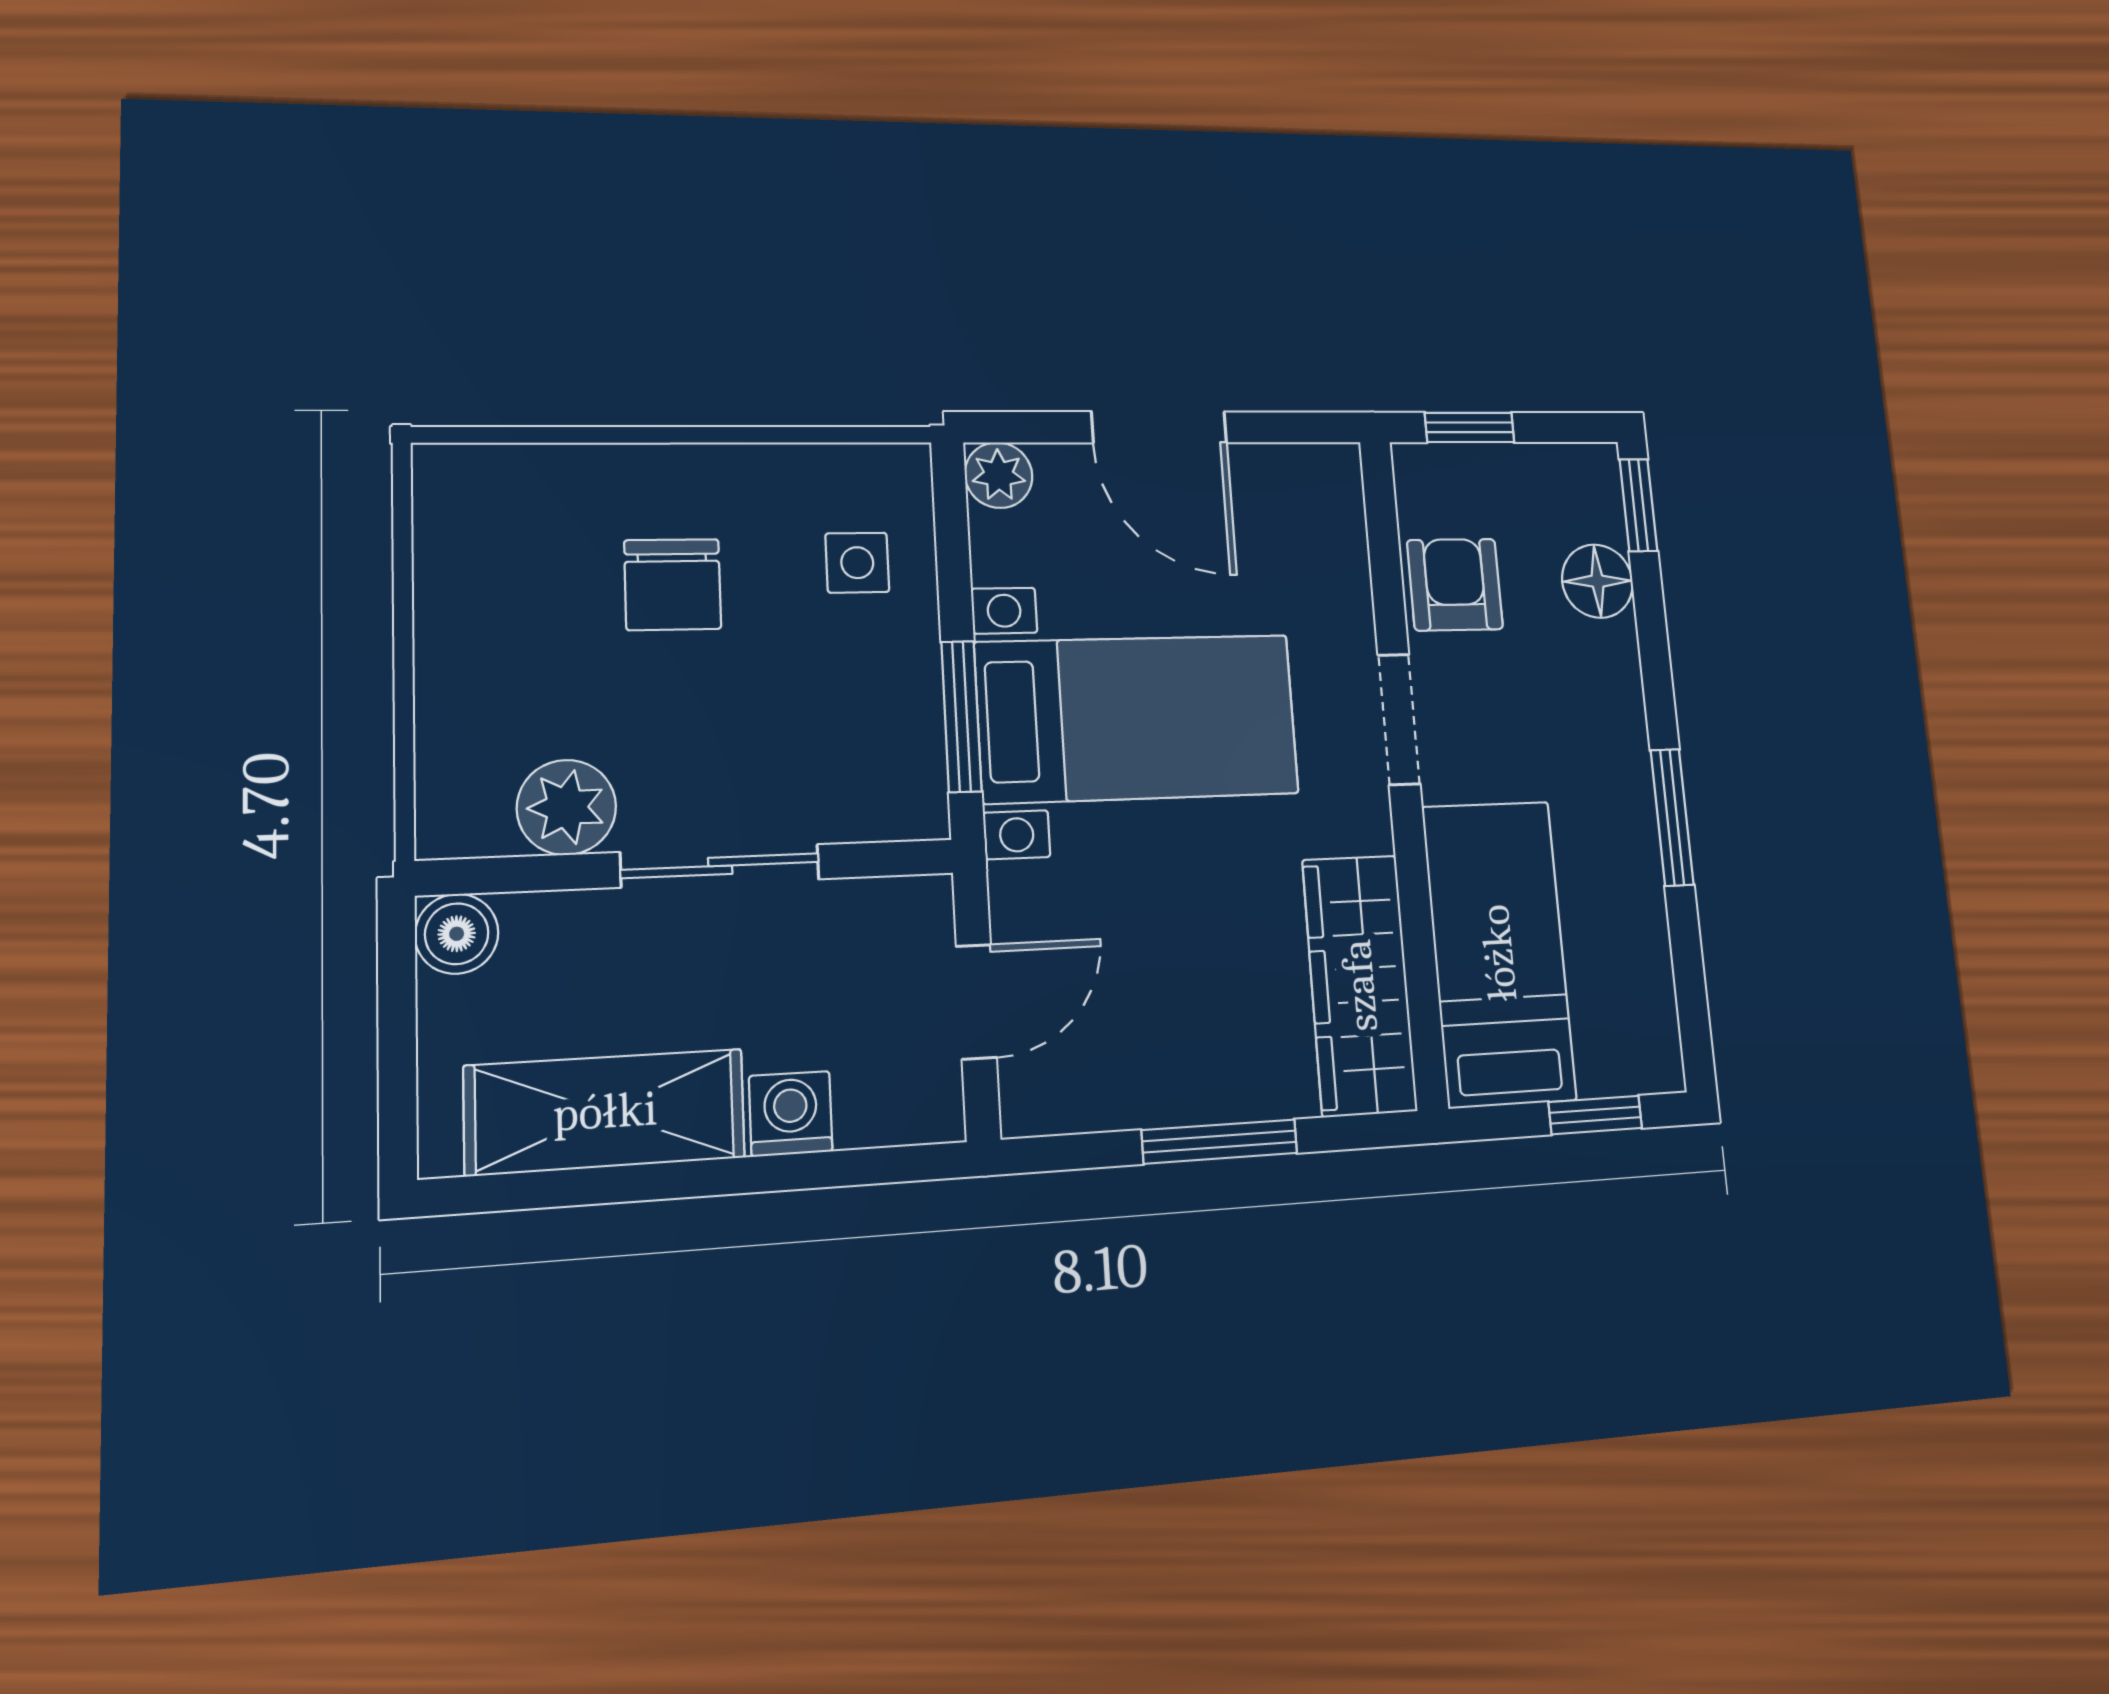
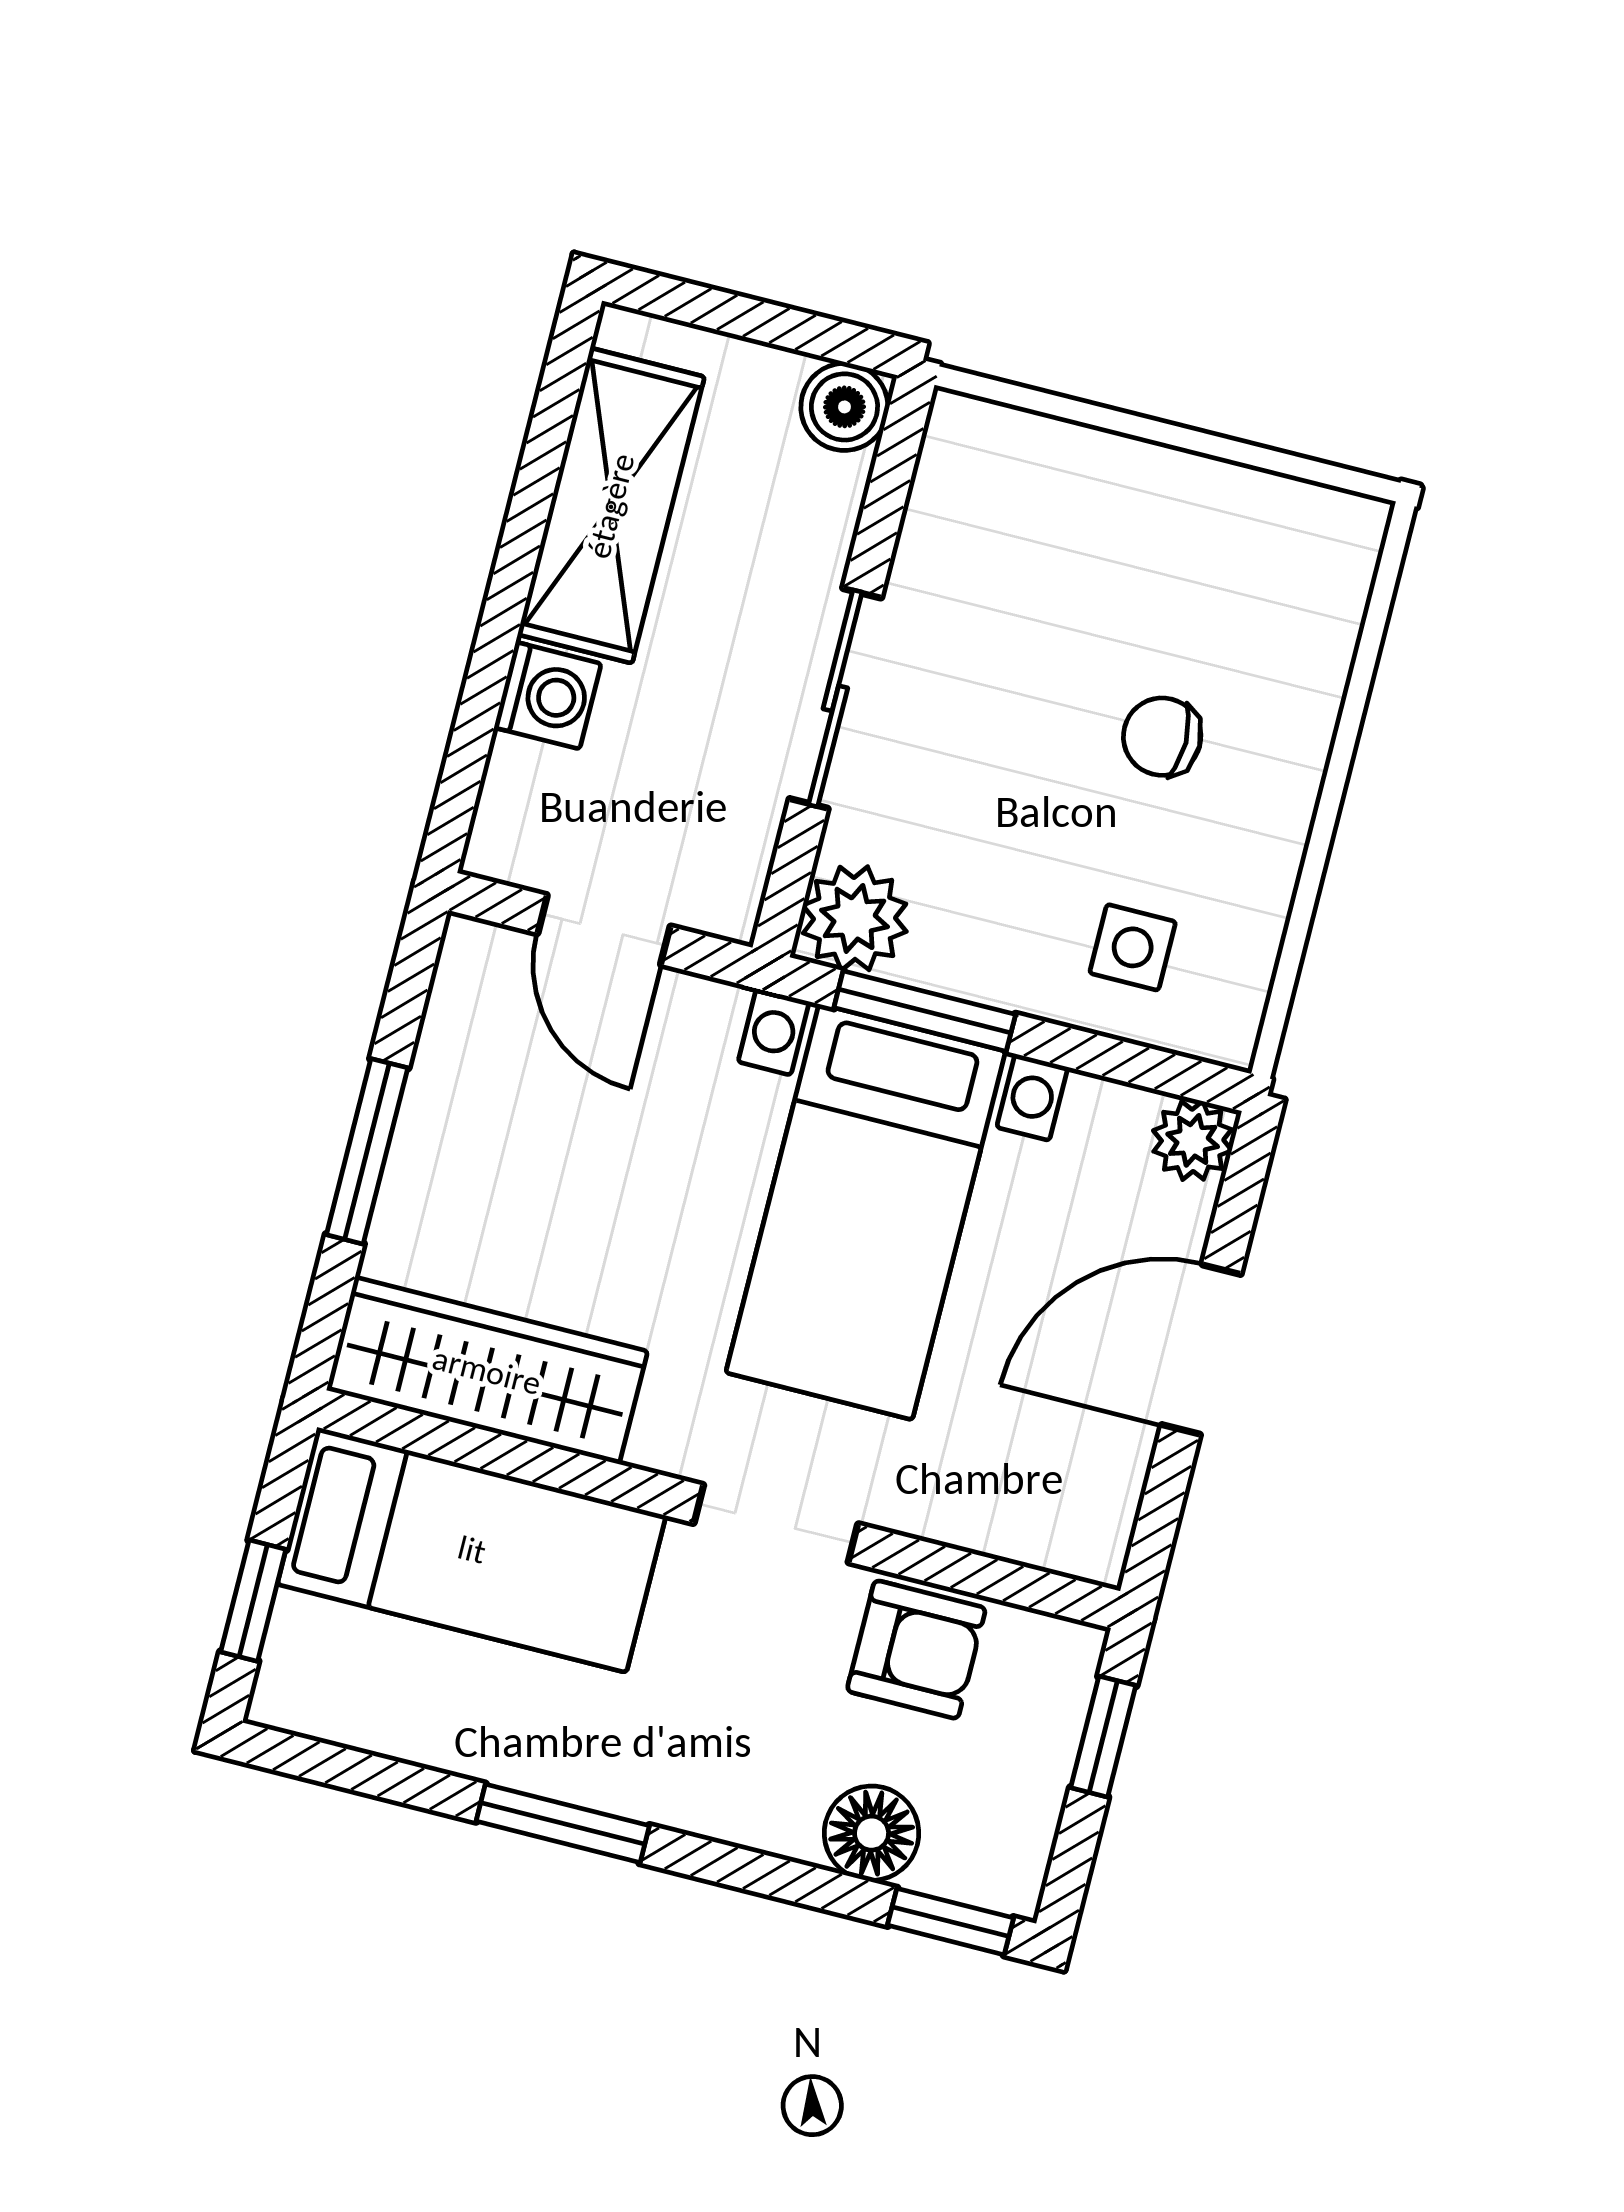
chair: (673, 585) -> (1162, 737), width x0.73, depth x0.73
plant: (566, 807) -> (855, 918), moved

